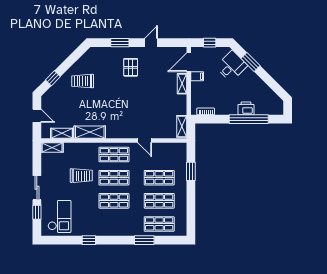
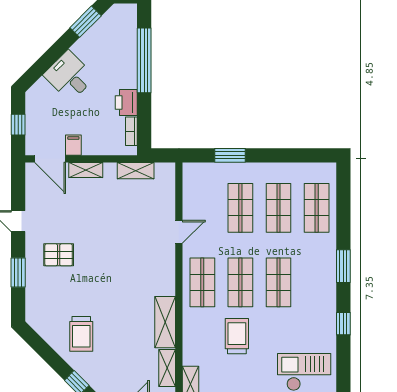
window: (251, 62) -> (86, 22), moved
desk: (232, 66) -> (69, 76), moved
printer: (246, 108) -> (126, 103), moved
shelving: (182, 126) -> (136, 171), moved
window: (144, 240) -> (343, 266), moved

